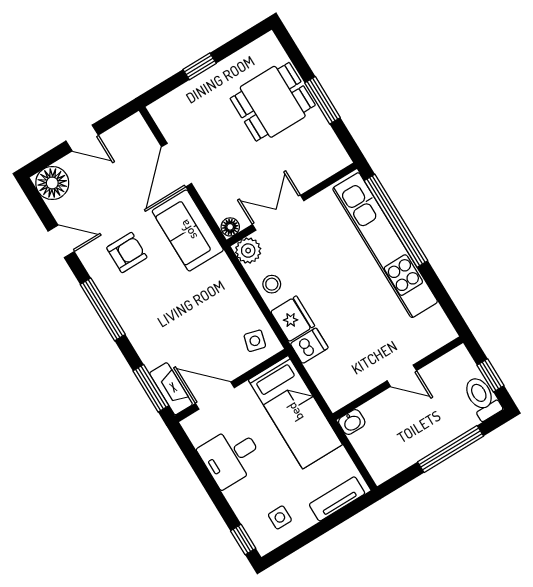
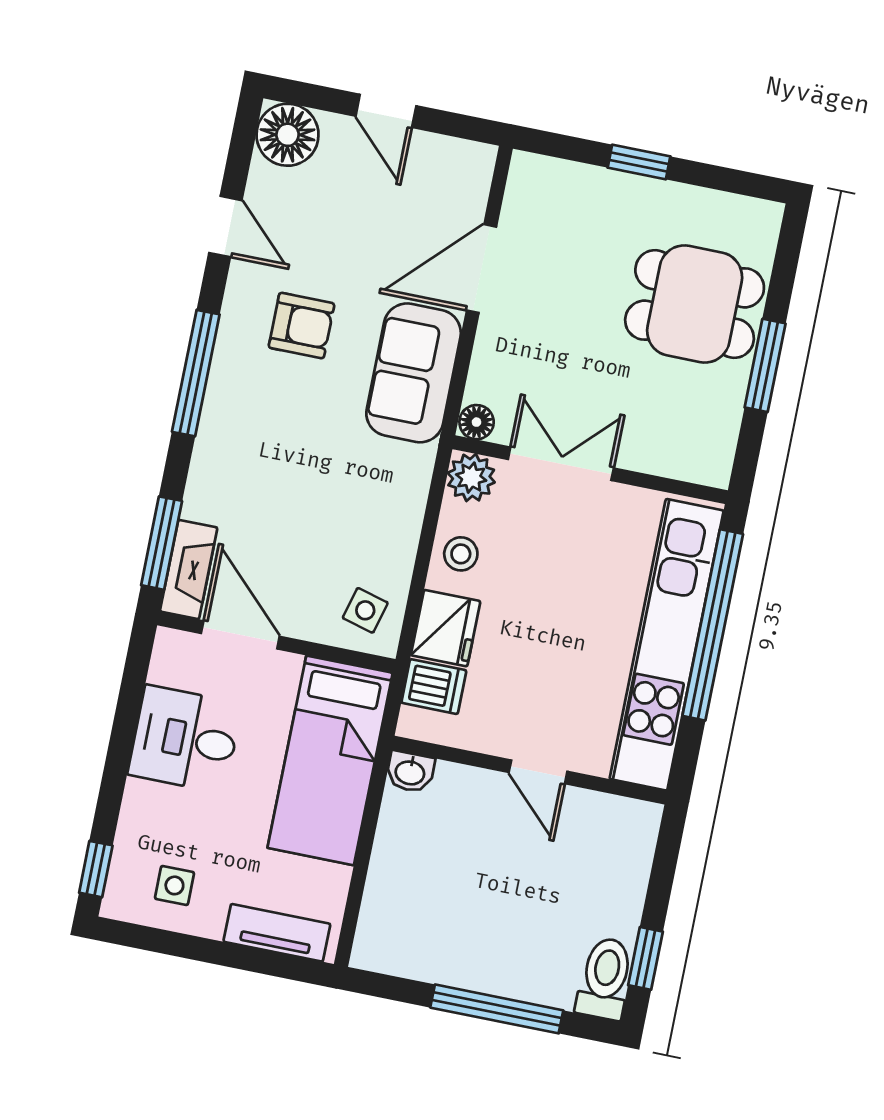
door: (402, 376) -> (538, 772), moved
wall: (398, 378) -> (529, 770), moved
washbasin: (352, 422) -> (410, 772), moved

